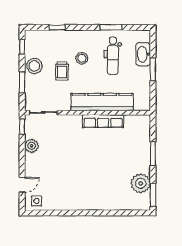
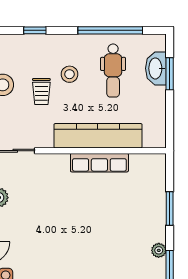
window: (111, 27) -> (110, 30), width x2.11
window: (153, 69) -> (170, 74), moved
plant: (141, 183) -> (159, 250), width x0.53, depth x0.53

